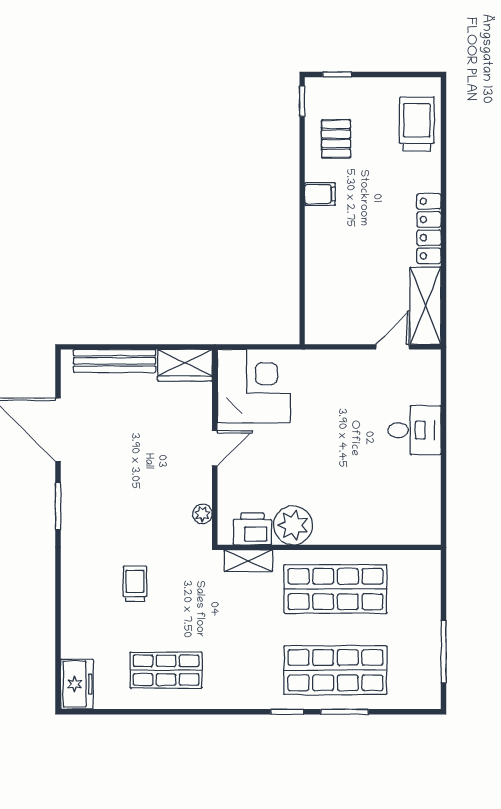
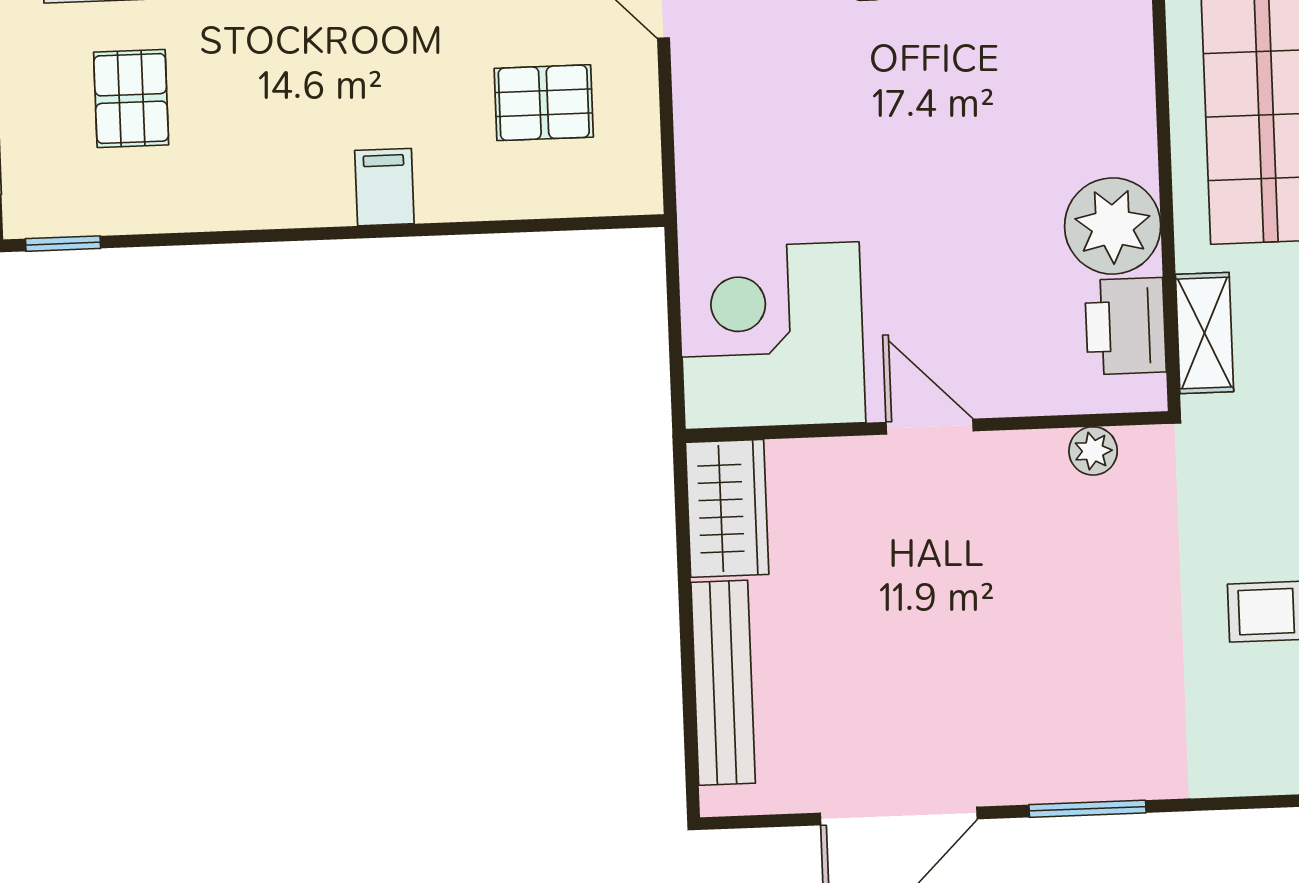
pallet: (336, 139) -> (131, 99), moved, turned 90
filing cabinet: (320, 194) -> (384, 187), moved
pallet: (352, 297) -> (544, 103), added

